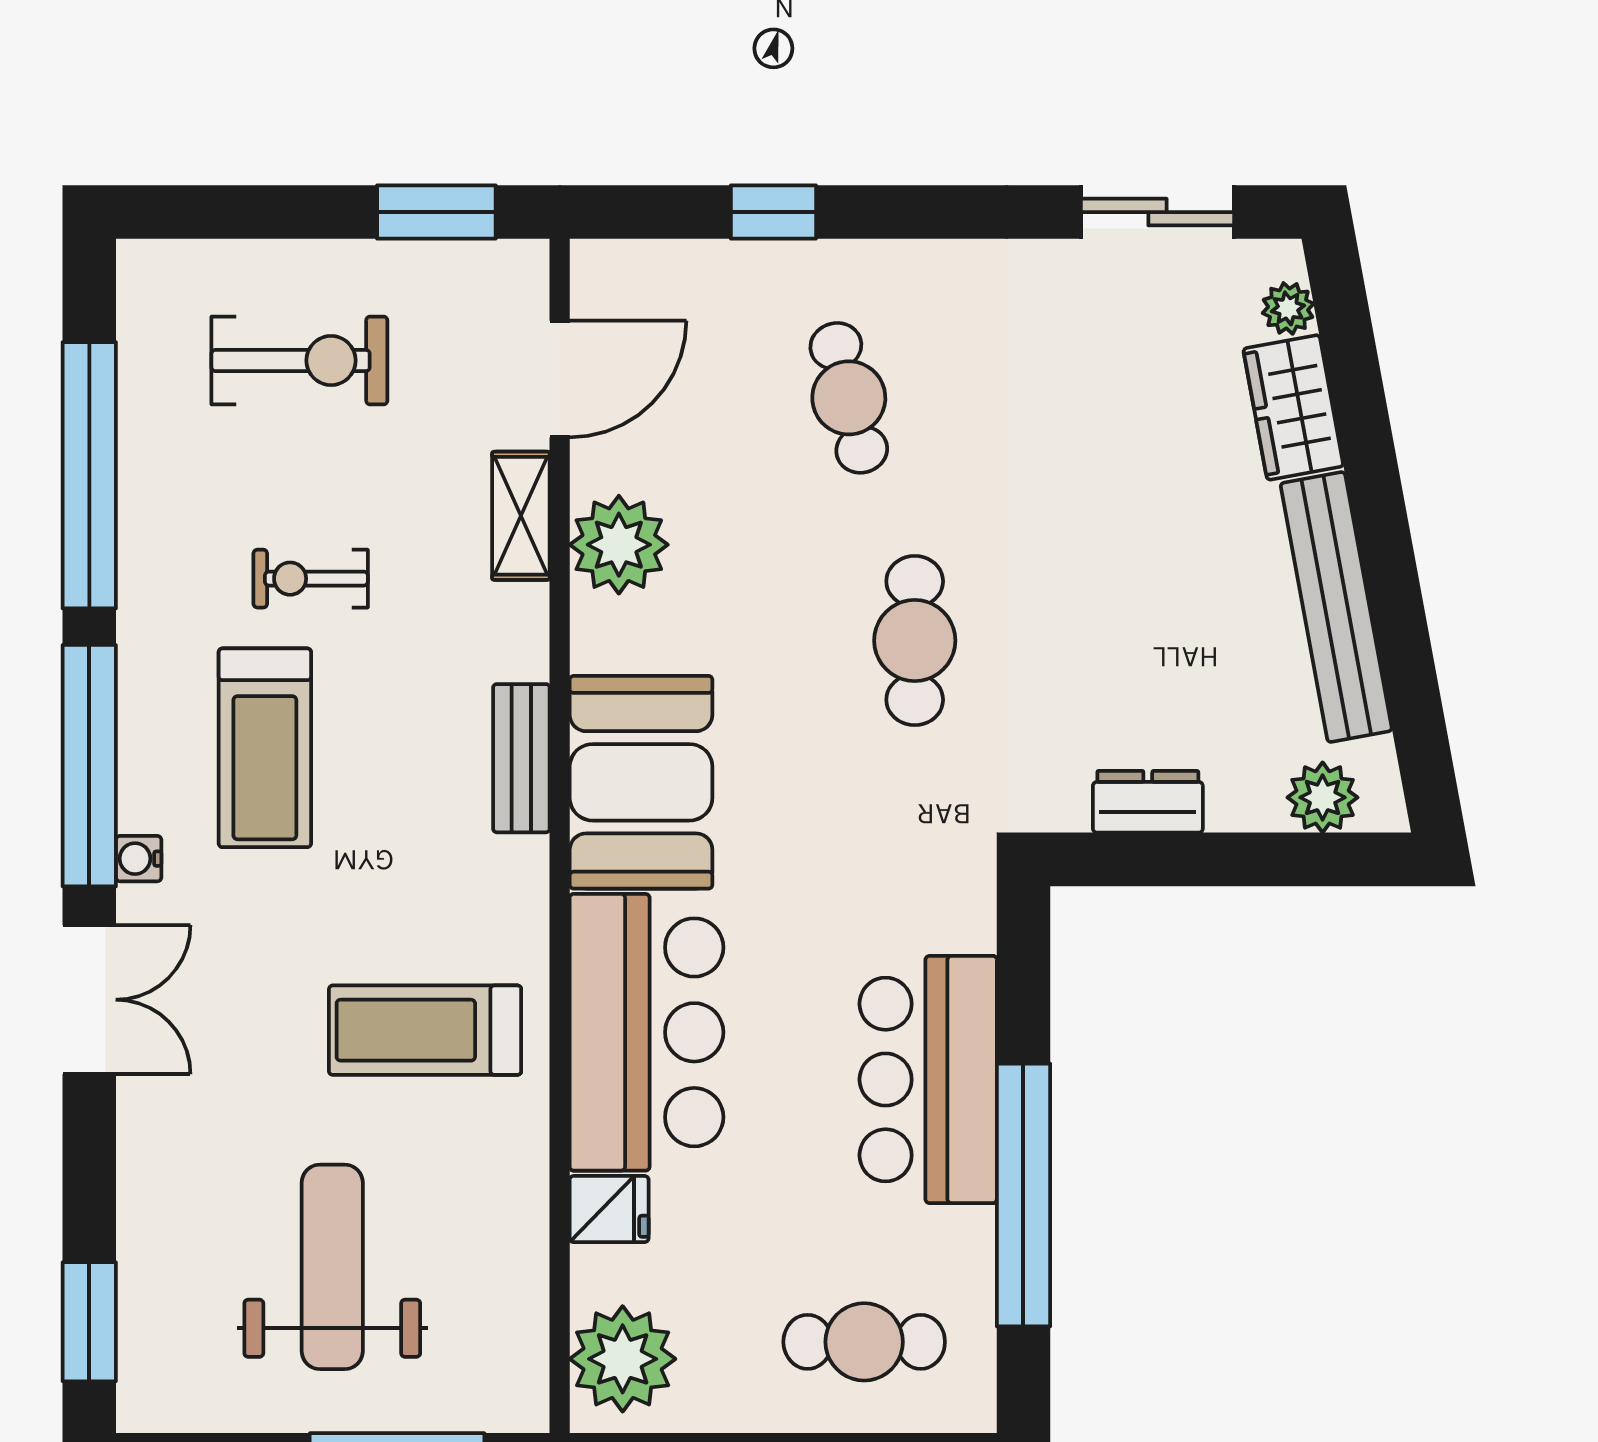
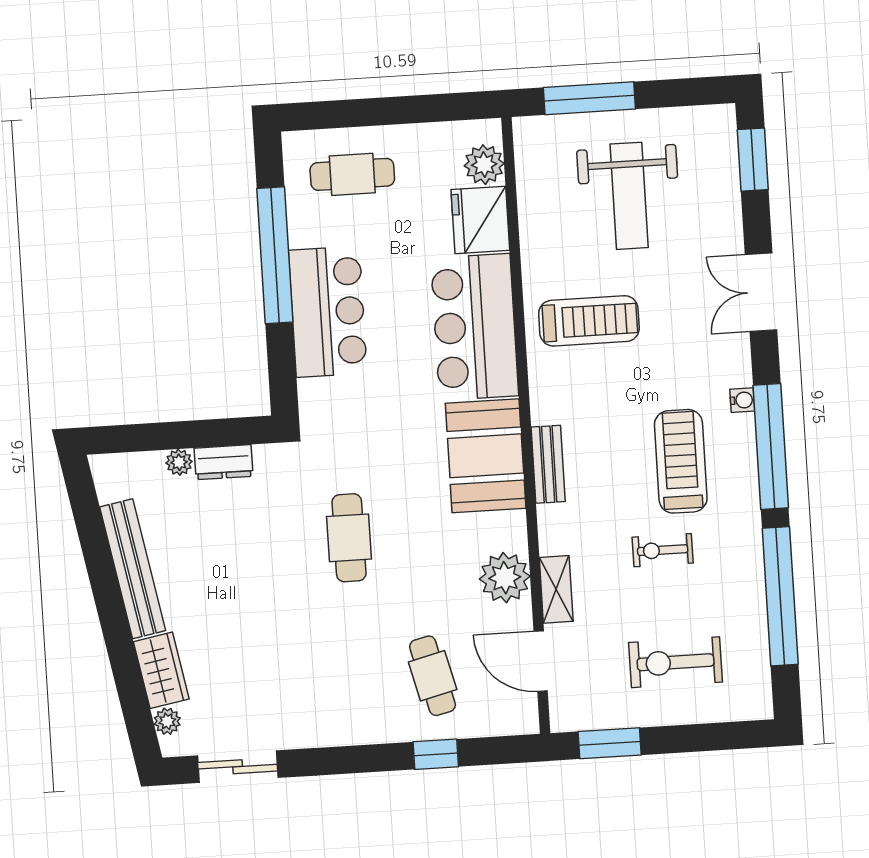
door: (560, 379) -> (541, 661), hinge flipped
cafe table: (849, 398) -> (433, 676), moved
exercise bike: (311, 579) -> (663, 550), turned 180
plant: (1323, 797) -> (179, 462), moved, width x0.73, depth x0.73
double door: (89, 1000) -> (761, 292), moved
fridge: (609, 1209) -> (480, 220), width x1.88, depth x1.34
plant: (623, 1359) -> (484, 165), width x0.73, depth x0.73

